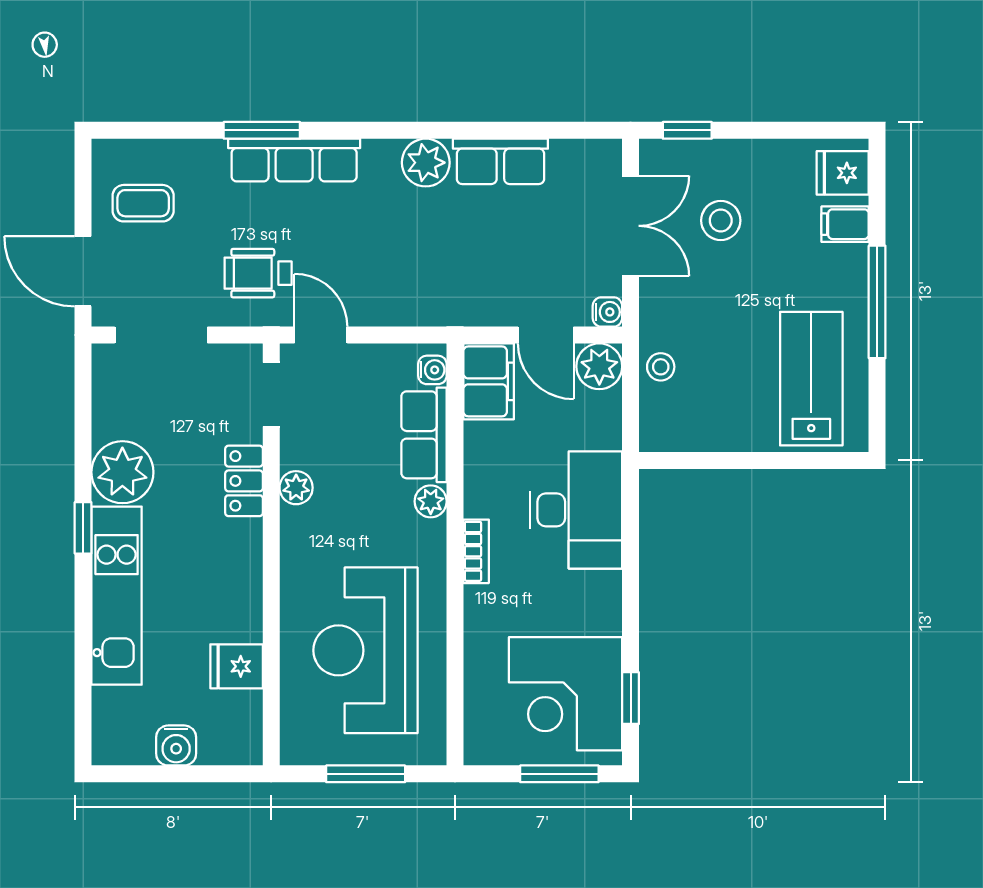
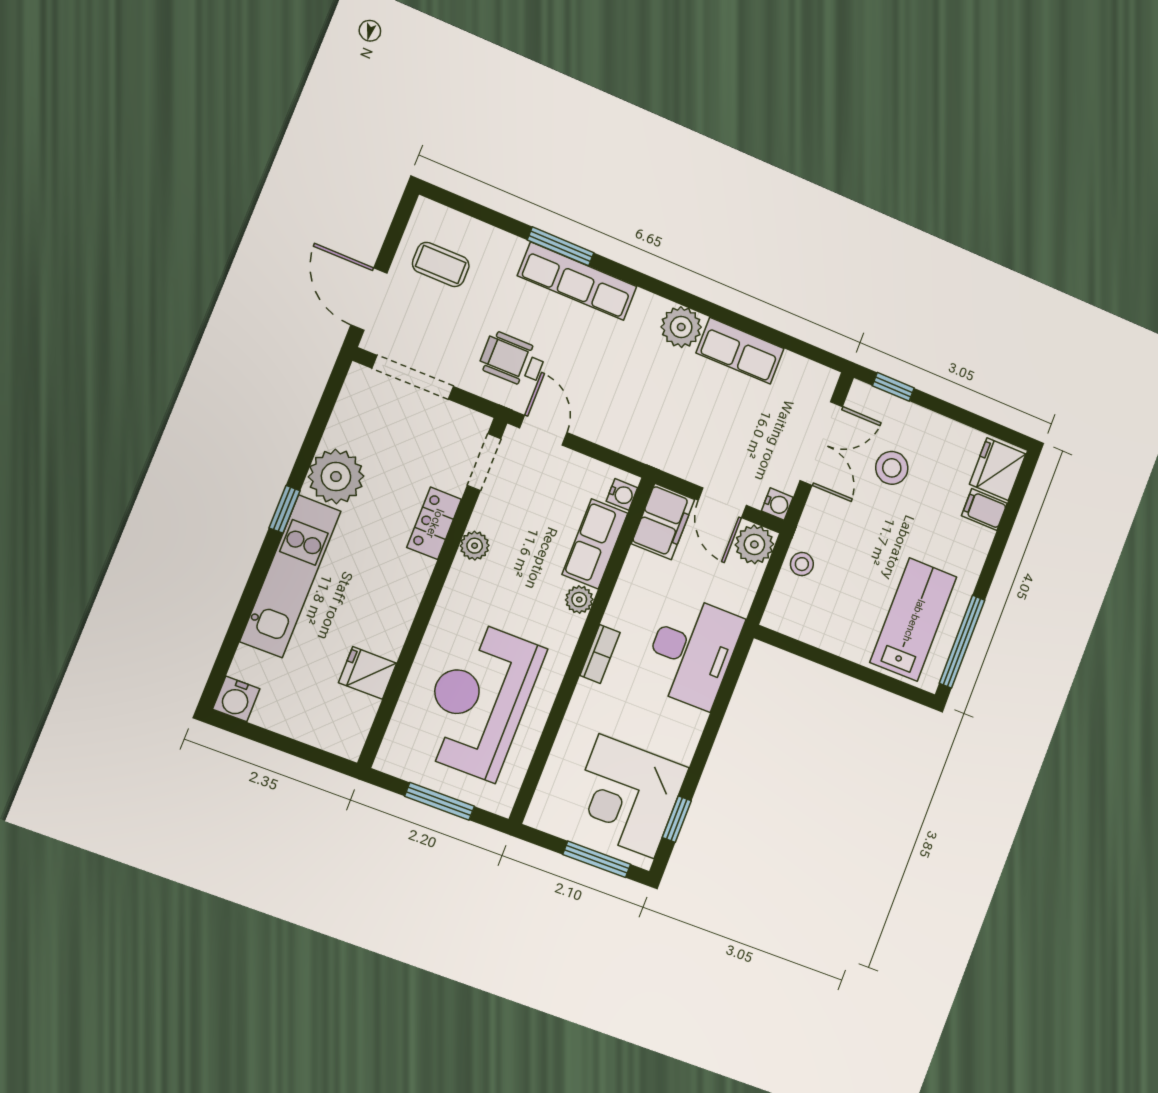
fridge: (843, 173) -> (998, 469), width x1.38
window: (877, 302) -> (962, 642), moved
water cooler: (176, 745) -> (236, 699), moved

